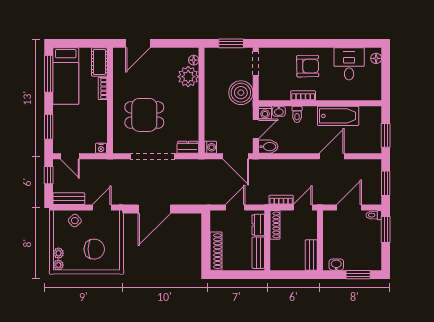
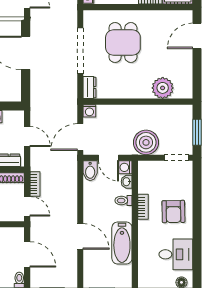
door: (138, 43) -> (197, 36), hinge flipped
floor lamp: (194, 60) -> (180, 94), removed

